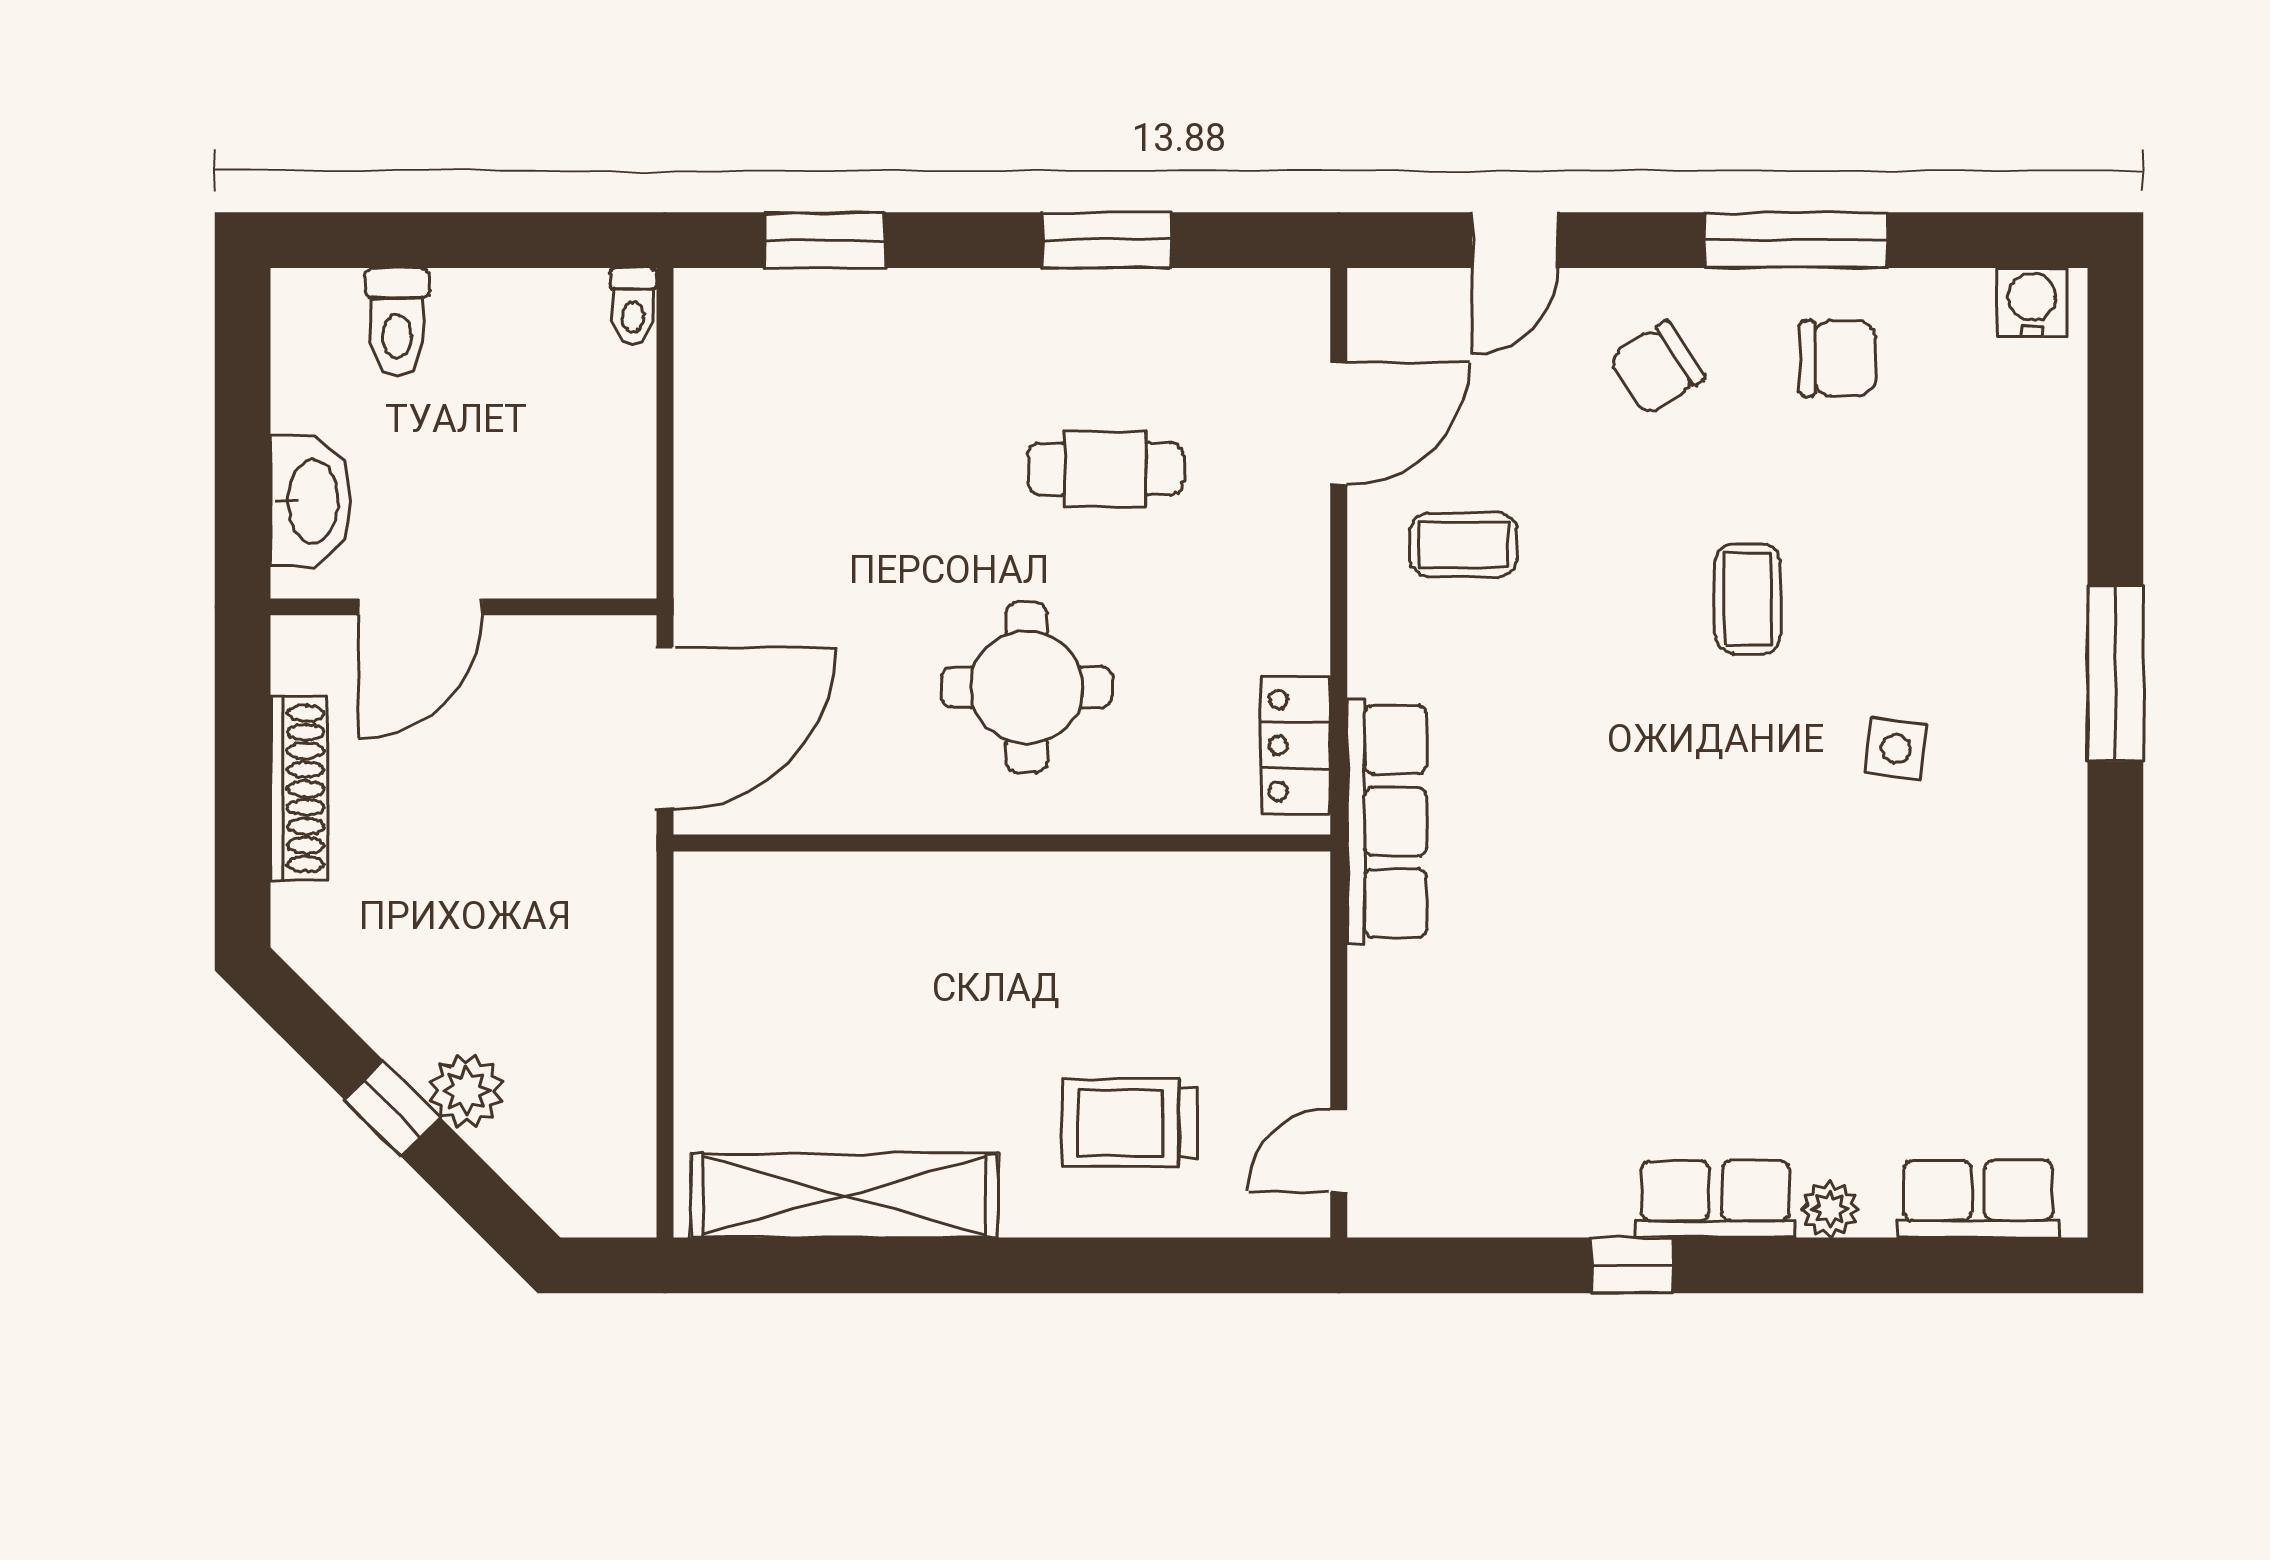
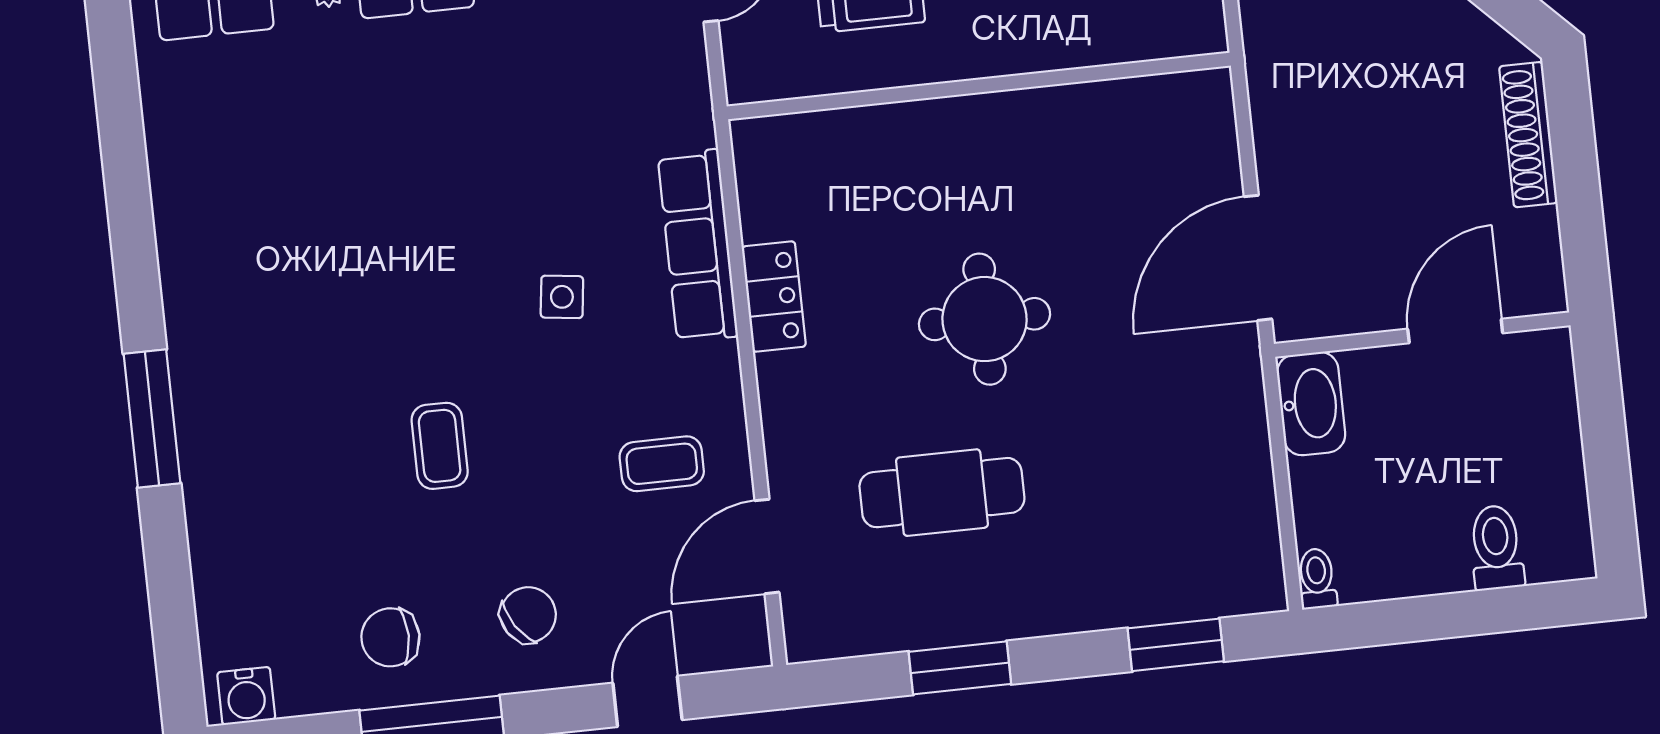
cafe table: (1106, 469) -> (942, 493), width x1.37, depth x1.35
washbasin: (311, 501) -> (1311, 404), moved, turned 180
side table: (1896, 749) -> (562, 297), moved
shoe rack: (299, 789) -> (1528, 135), moved
wall: (1002, 843) -> (979, 86), moved

